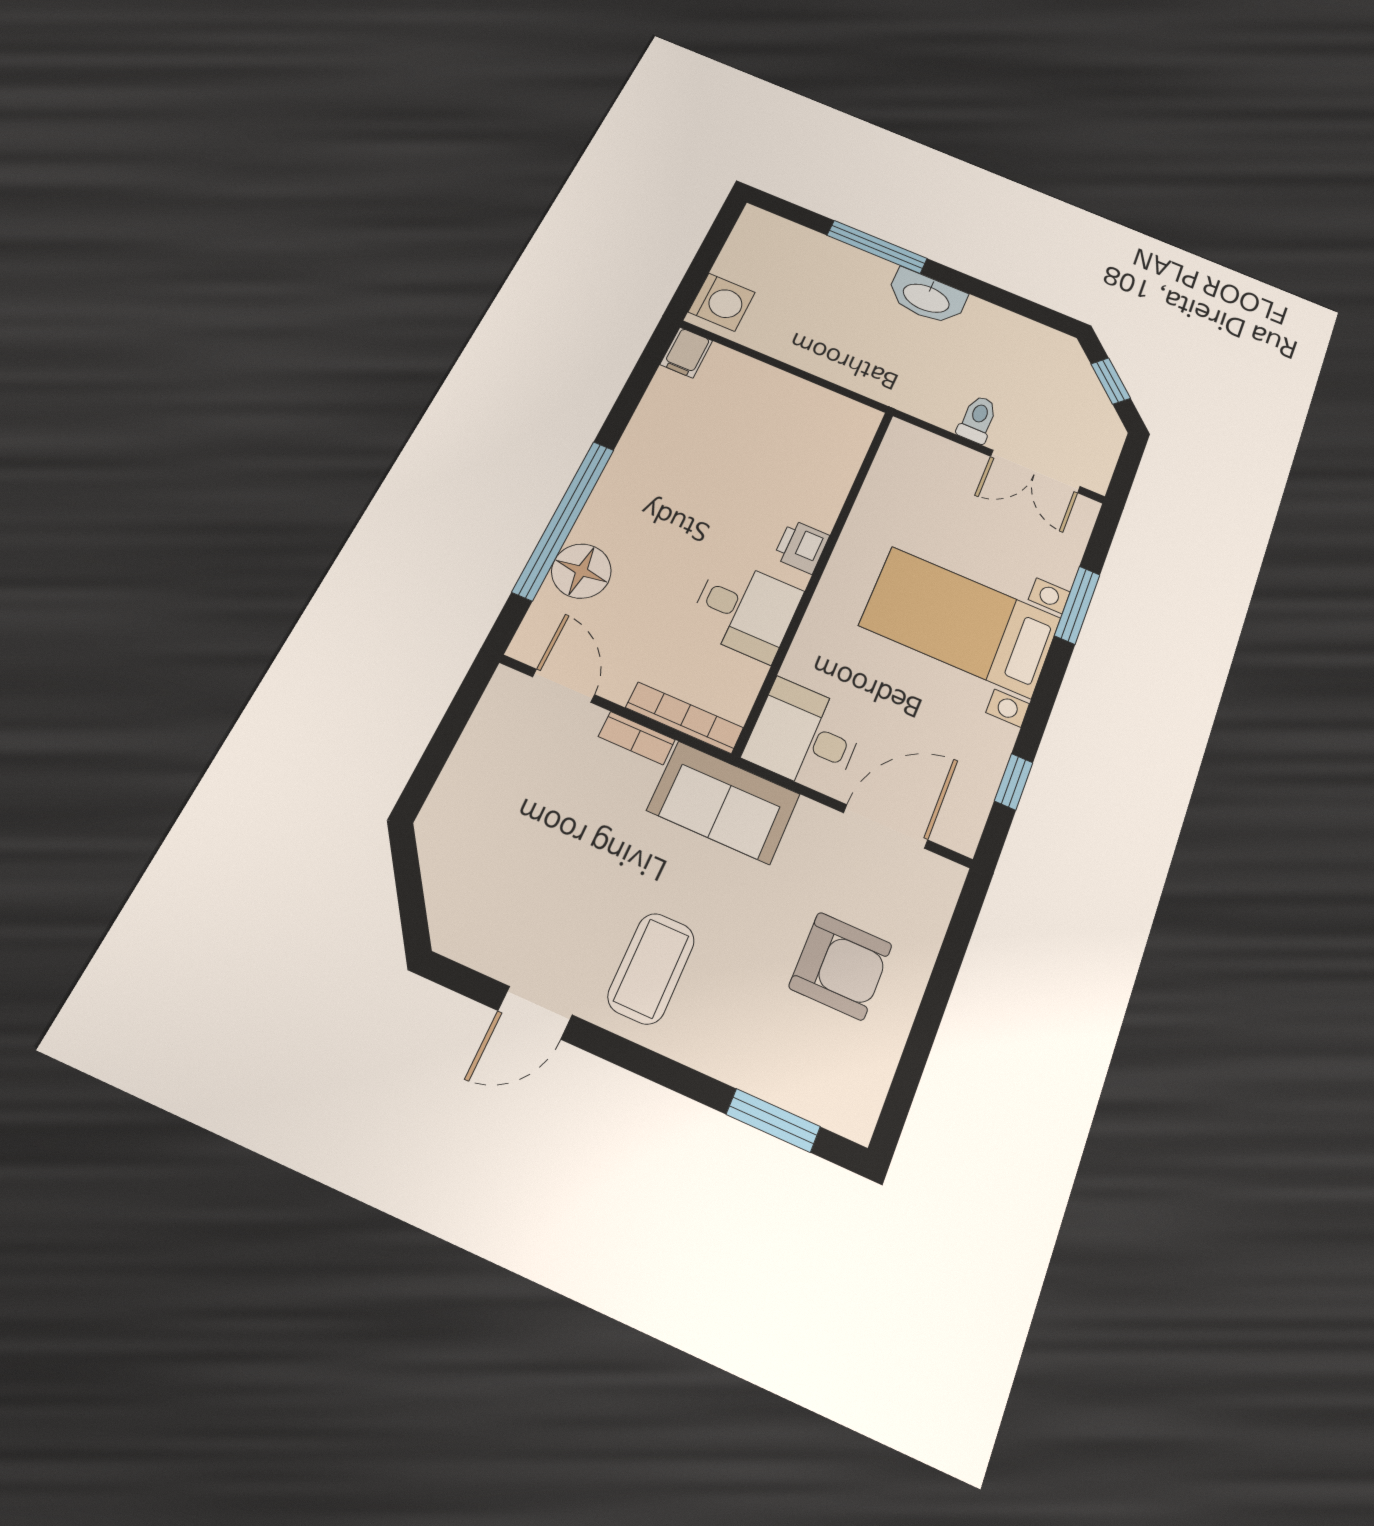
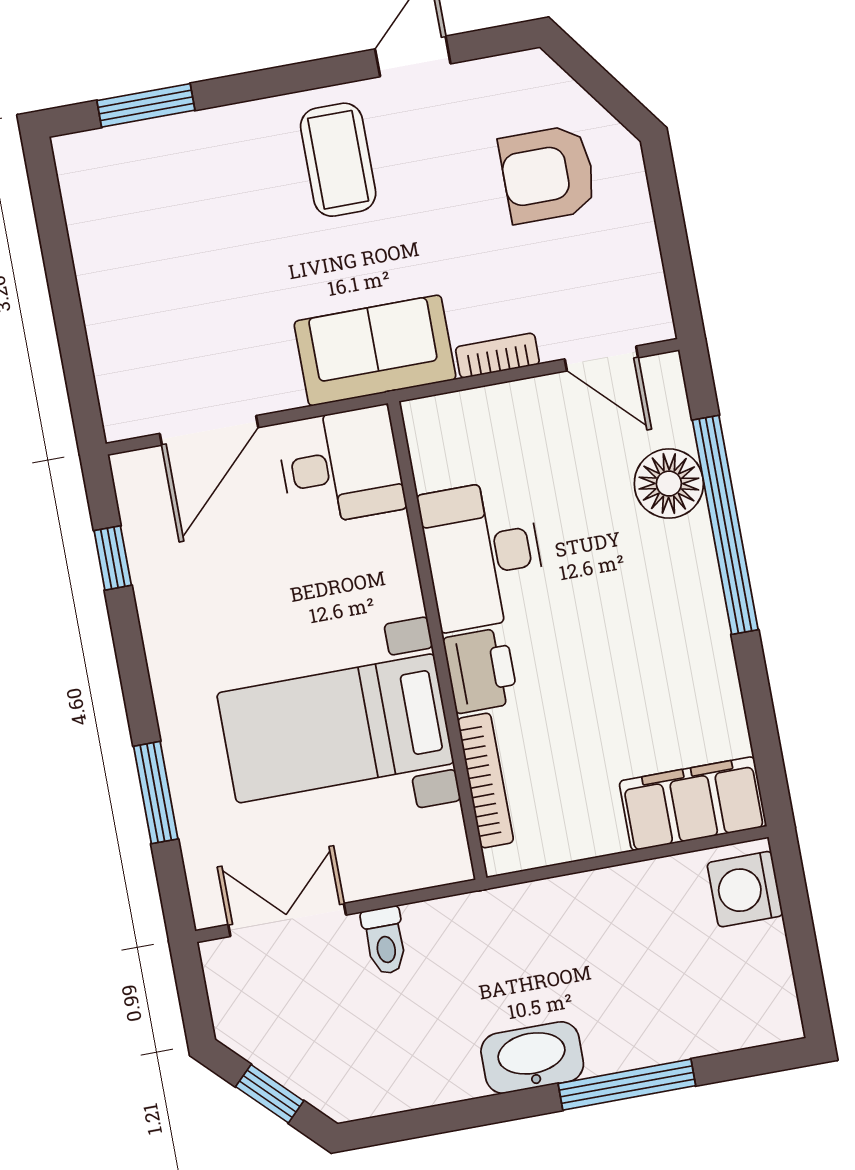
filing cabinet: (686, 353) -> (693, 804), width x3.00, depth x1.17
printer: (801, 547) -> (481, 670), width x1.36, depth x1.24
desk: (745, 610) -> (483, 555), width x1.37
bed with nightstands: (960, 622) -> (335, 728), moved, turned 180
bookcase: (684, 718) -> (486, 780), moved, turned -90
armchair: (841, 966) -> (548, 174), moved

